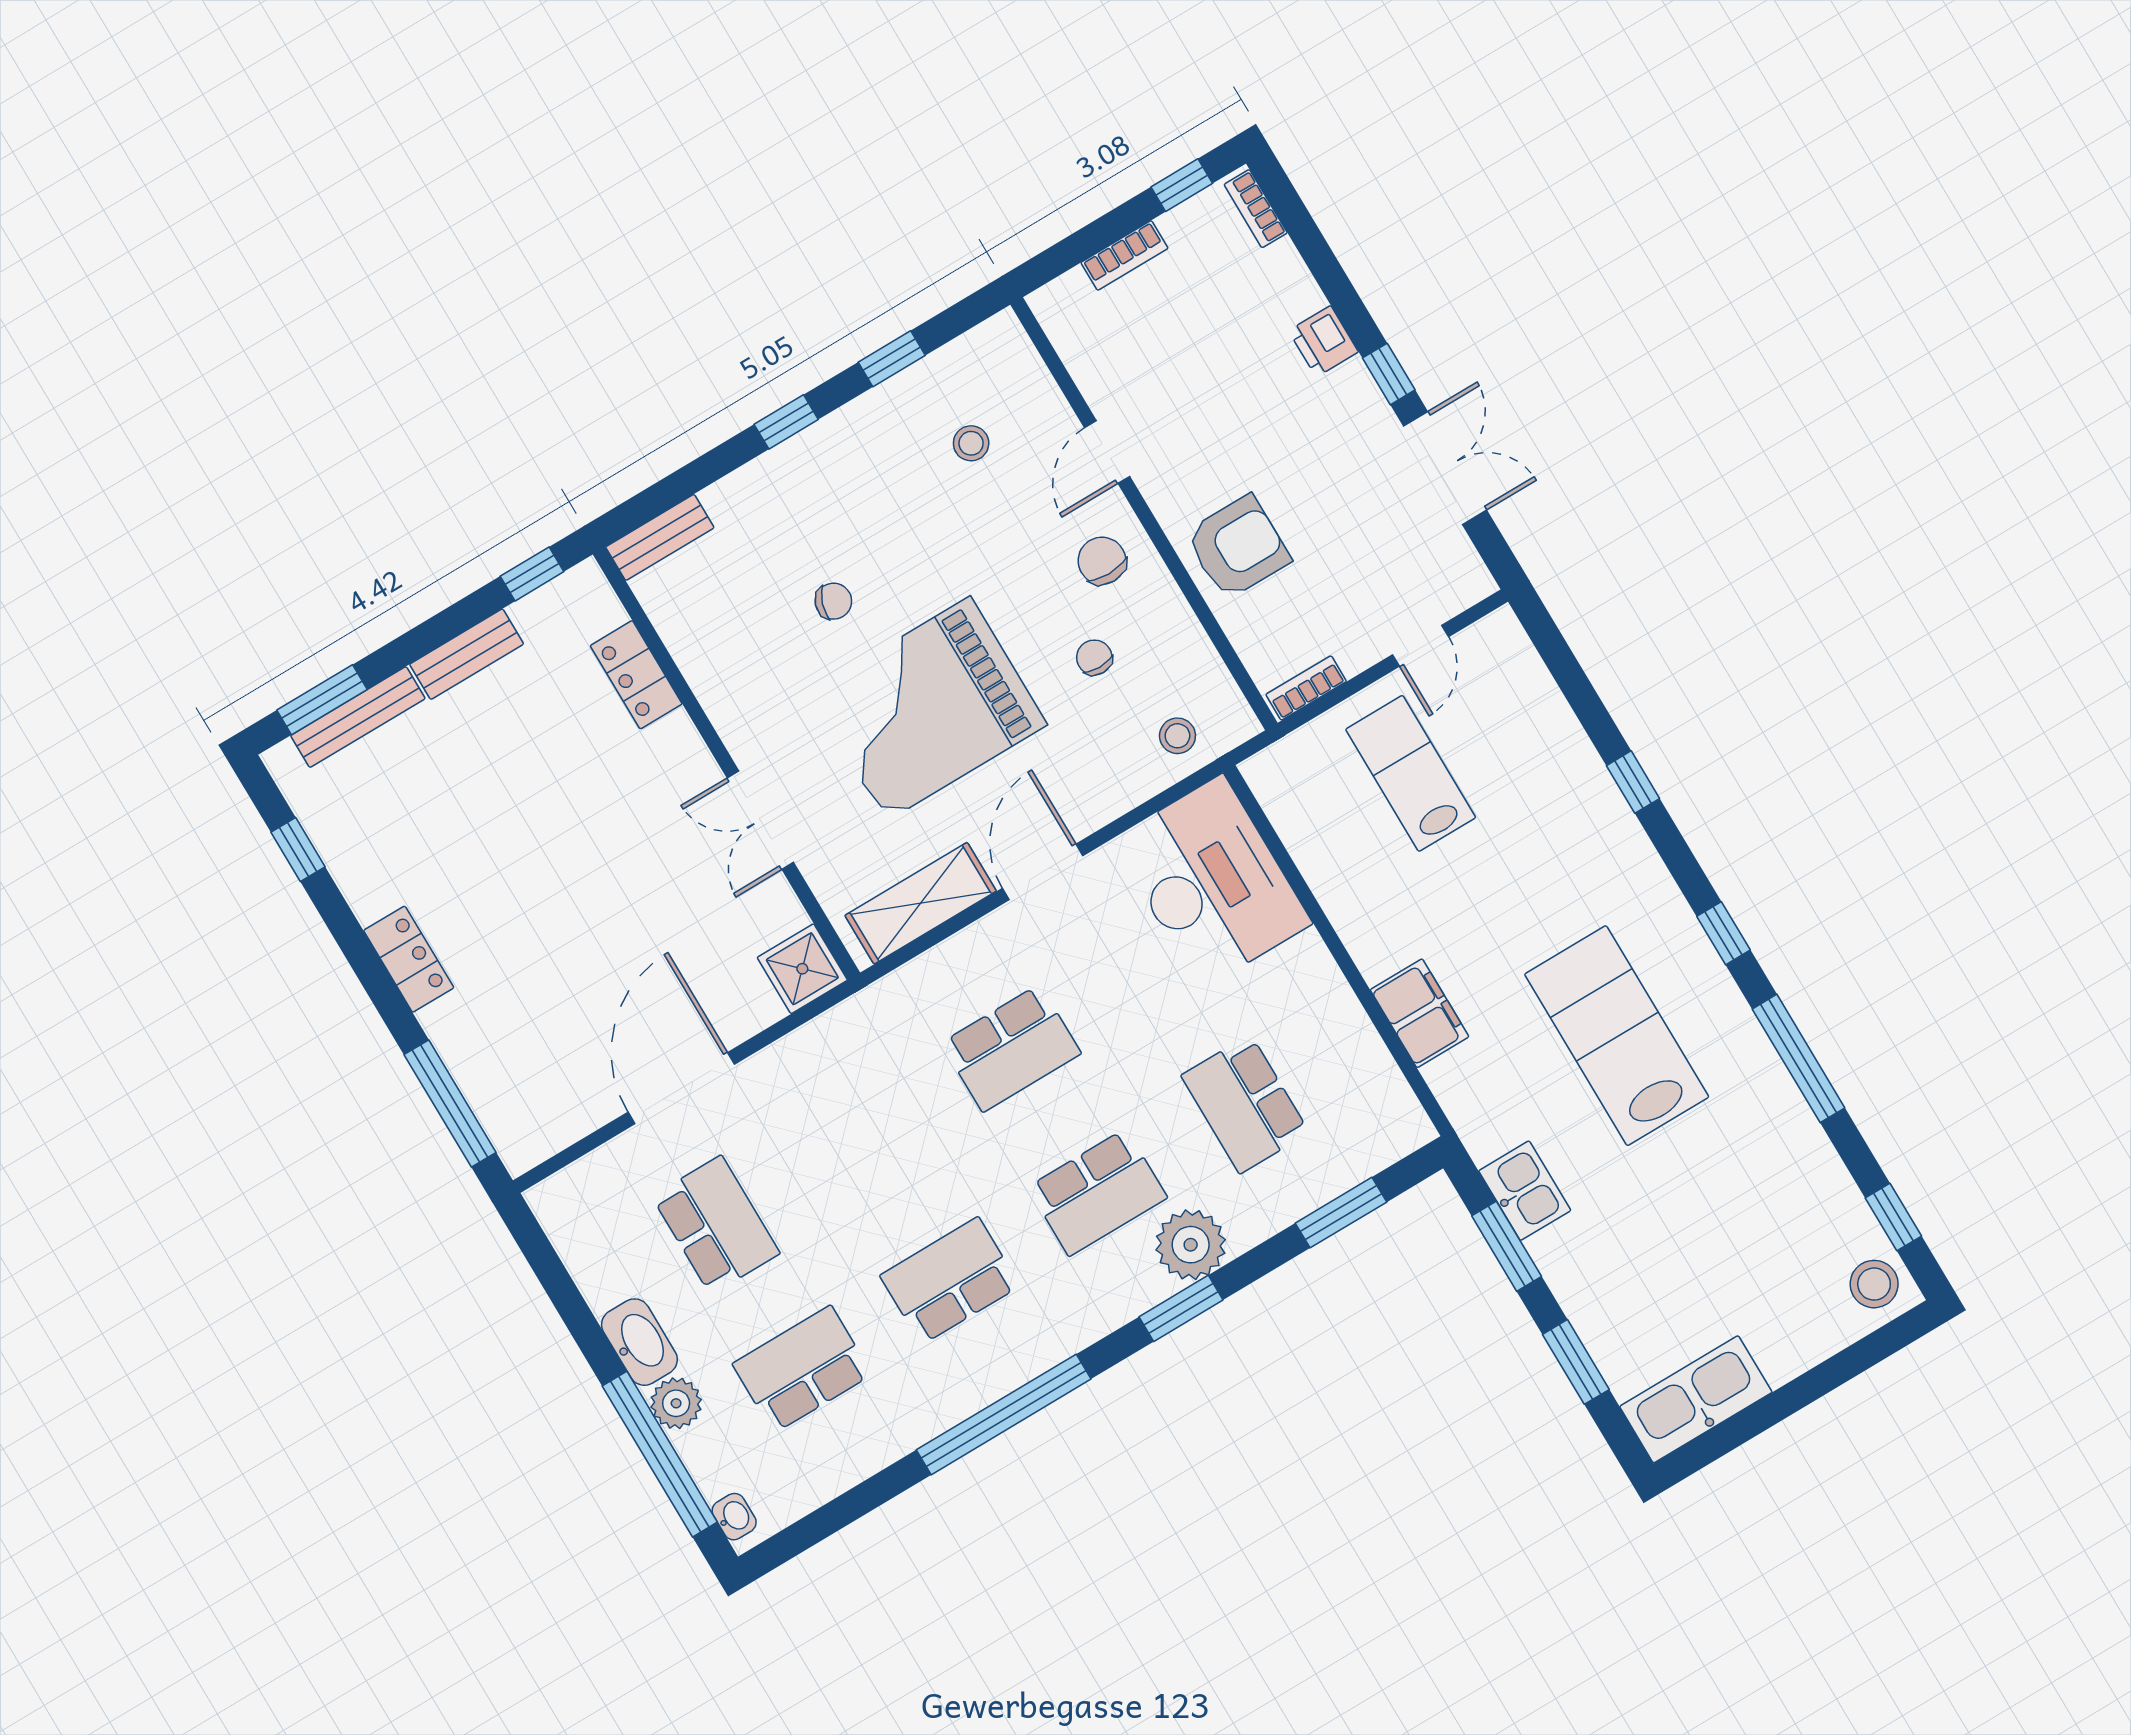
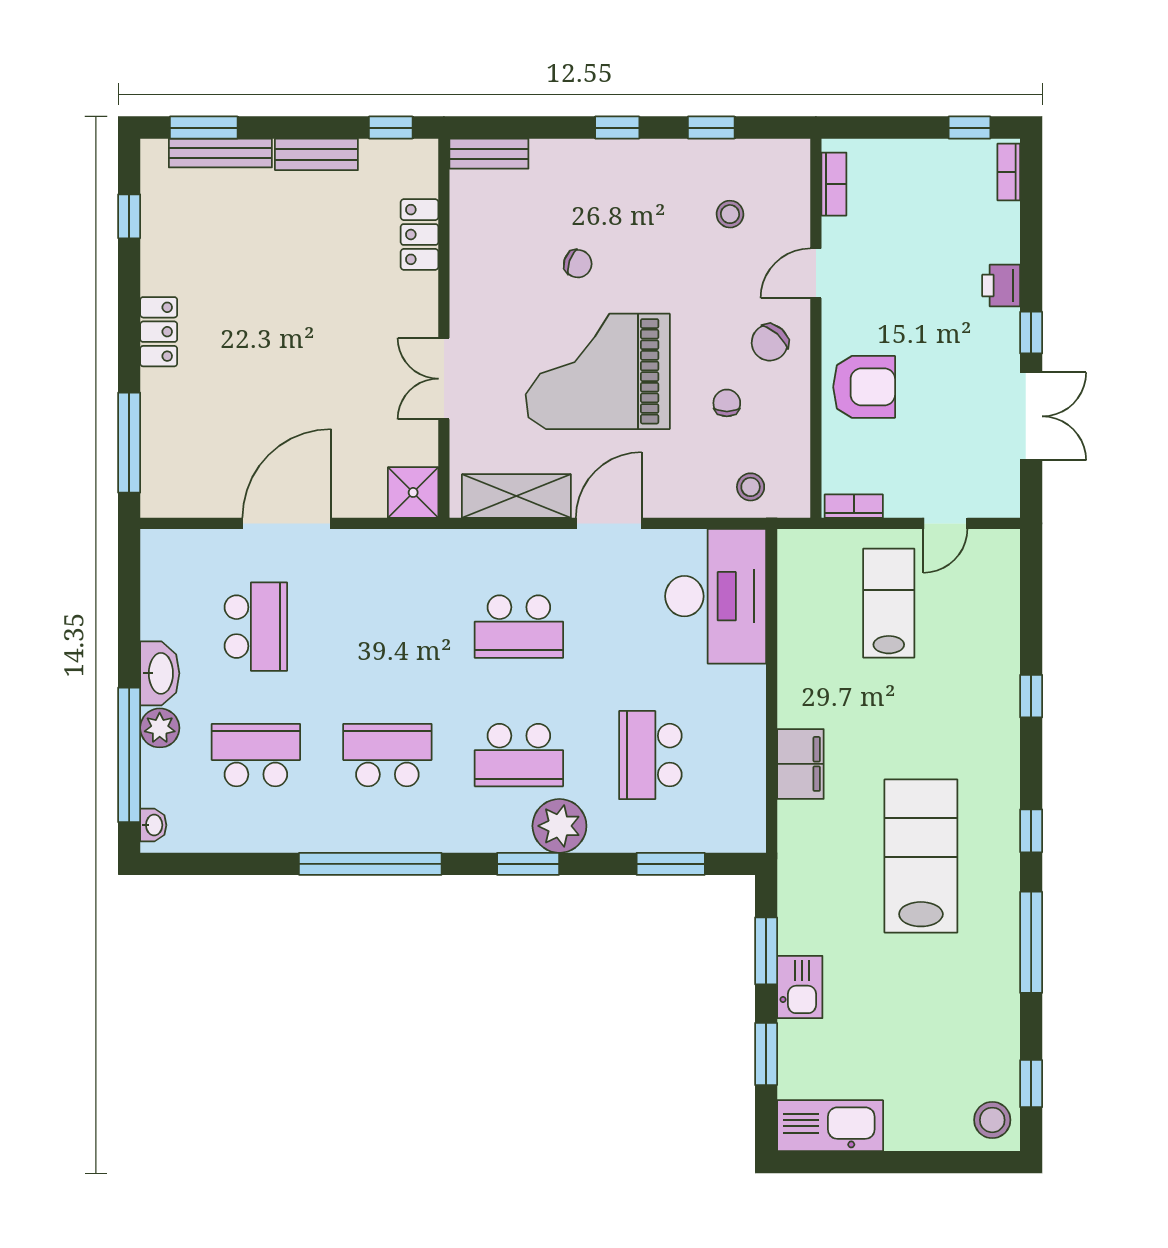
bookcase: (1124, 255) -> (834, 184), moved, turned -90
chair: (1102, 561) -> (770, 343), turned -138
kitchen sink: (1525, 1191) -> (800, 987), moved

